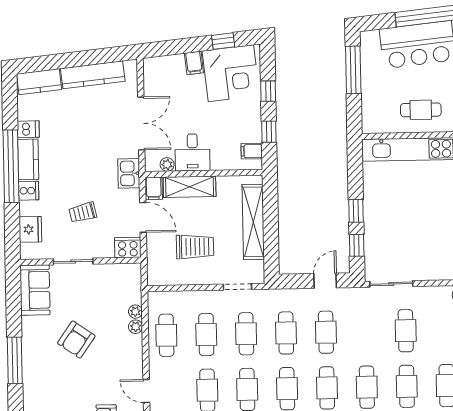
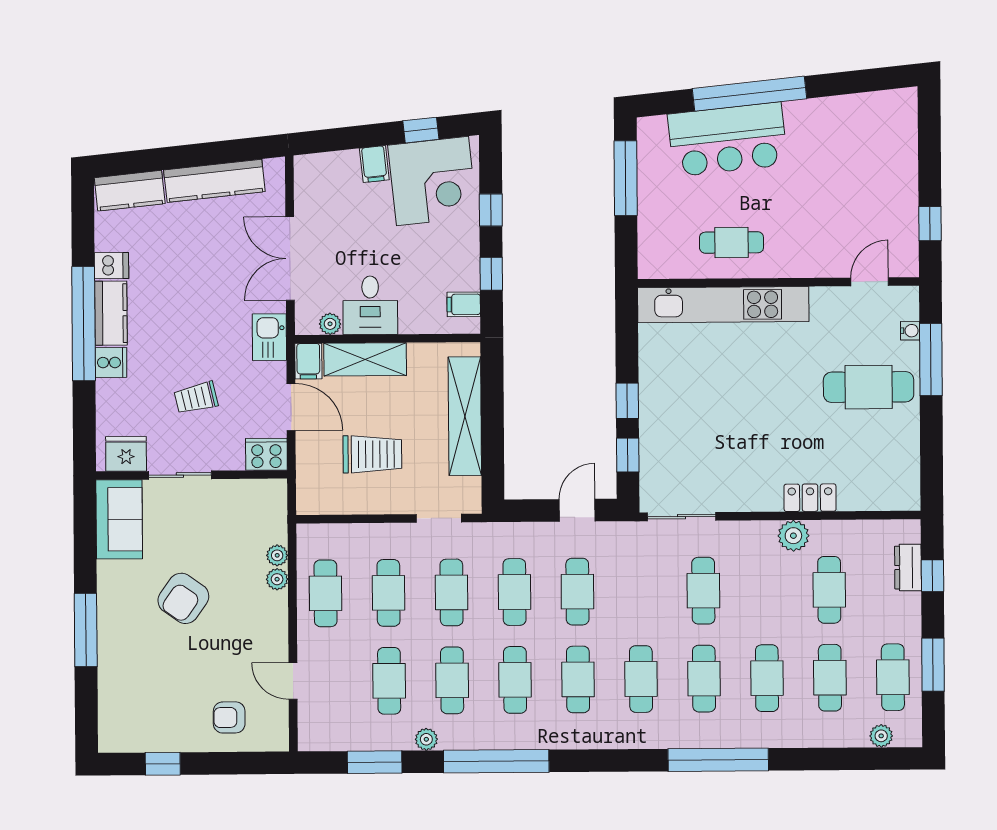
double door: (141, 123) -> (290, 258), swing flipped
fridge: (30, 229) -> (126, 454), moved, turned -90

